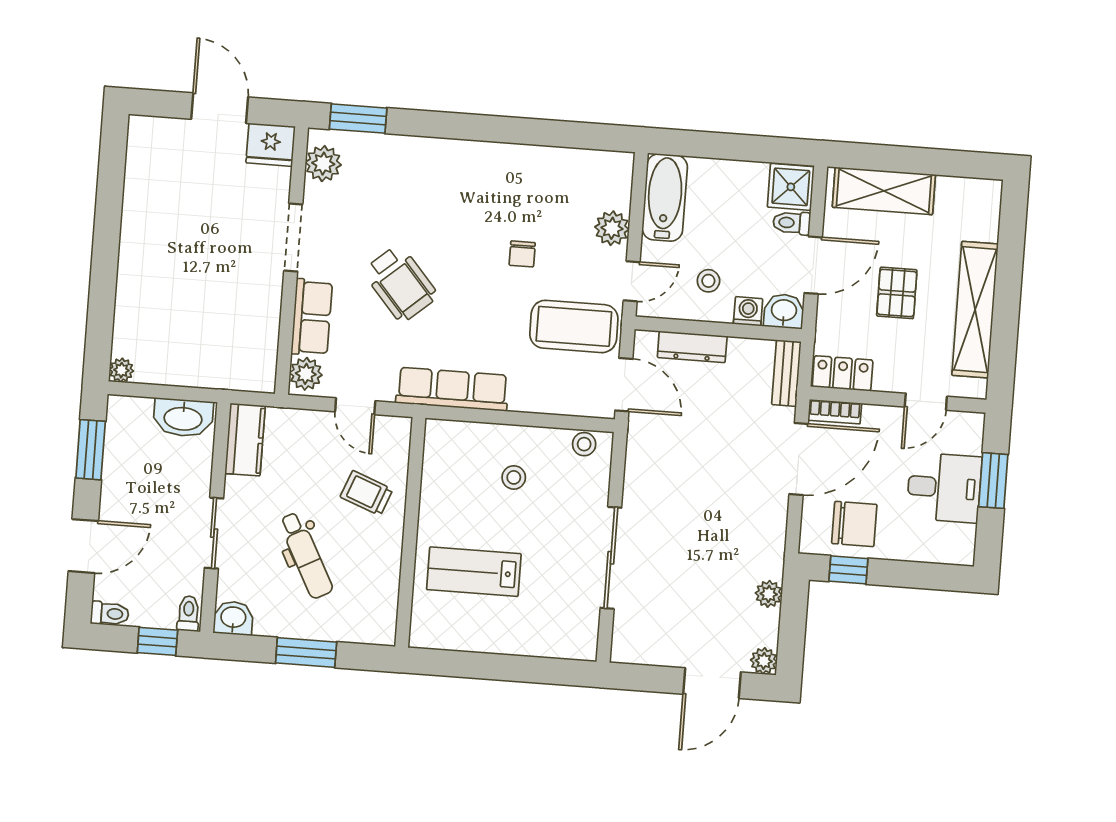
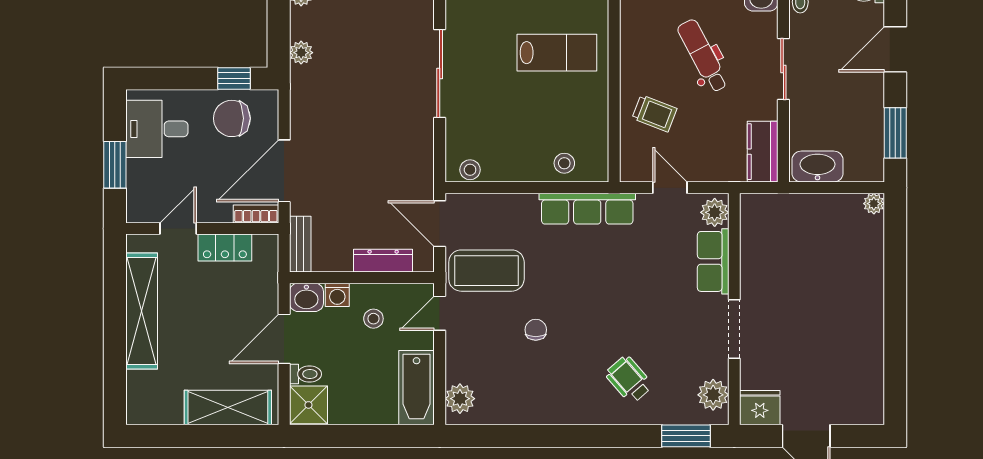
plant: (612, 228) -> (460, 399), moved
wheelchair: (400, 284) -> (629, 379), moved, width x0.73, depth x0.73
pallet: (897, 293) -> (210, 320), removed
locker: (843, 373) -> (225, 247), moved
stool: (514, 477) -> (564, 163), moved
desk: (944, 488) -> (157, 129), moved

